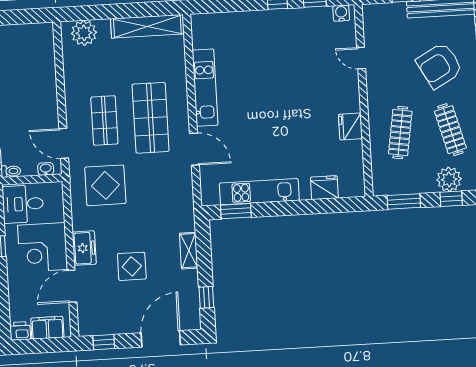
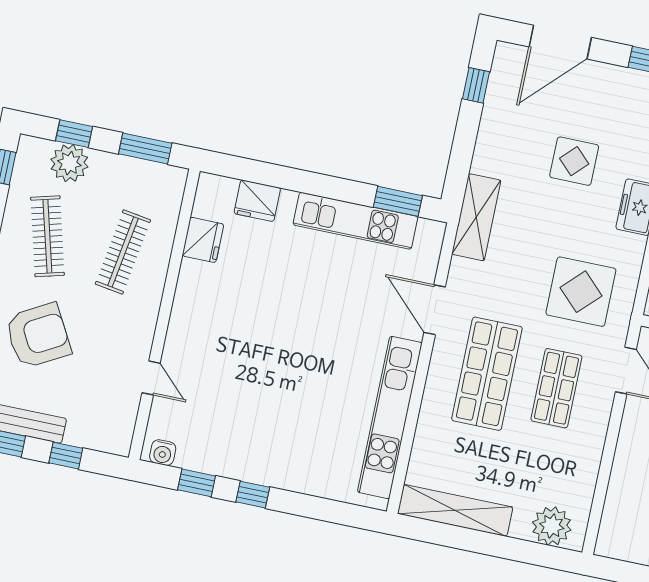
kitchen unit: (205, 88) -> (390, 417), width x1.36
fridge: (350, 127) -> (203, 240), moved
shelving: (189, 251) -> (476, 217), moved, width x1.50, depth x1.33

